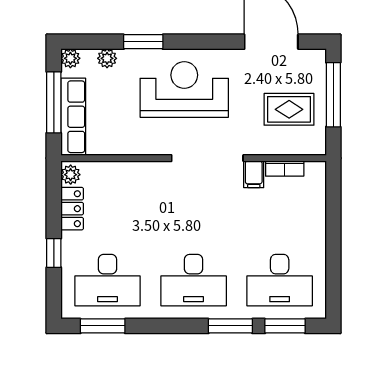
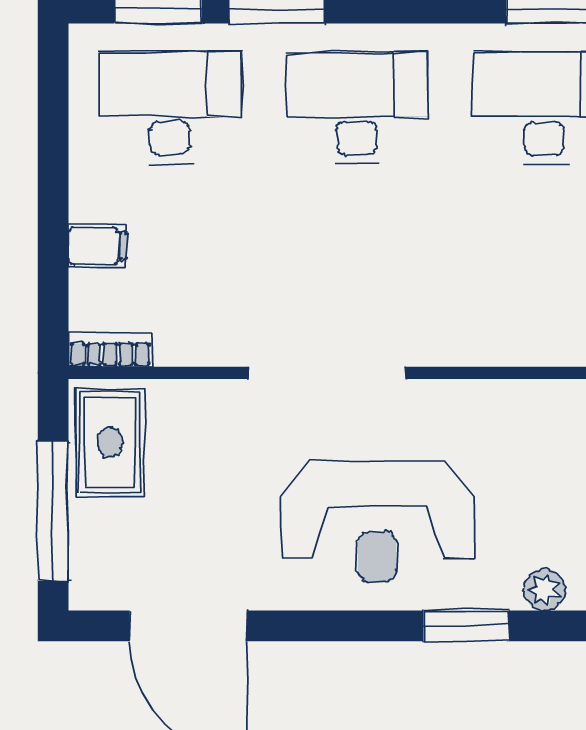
rug: (289, 109) -> (110, 443), moved, turned 90
bookcase: (285, 169) -> (110, 350), moved
filing cabinet: (254, 174) -> (97, 246), moved, turned 90

